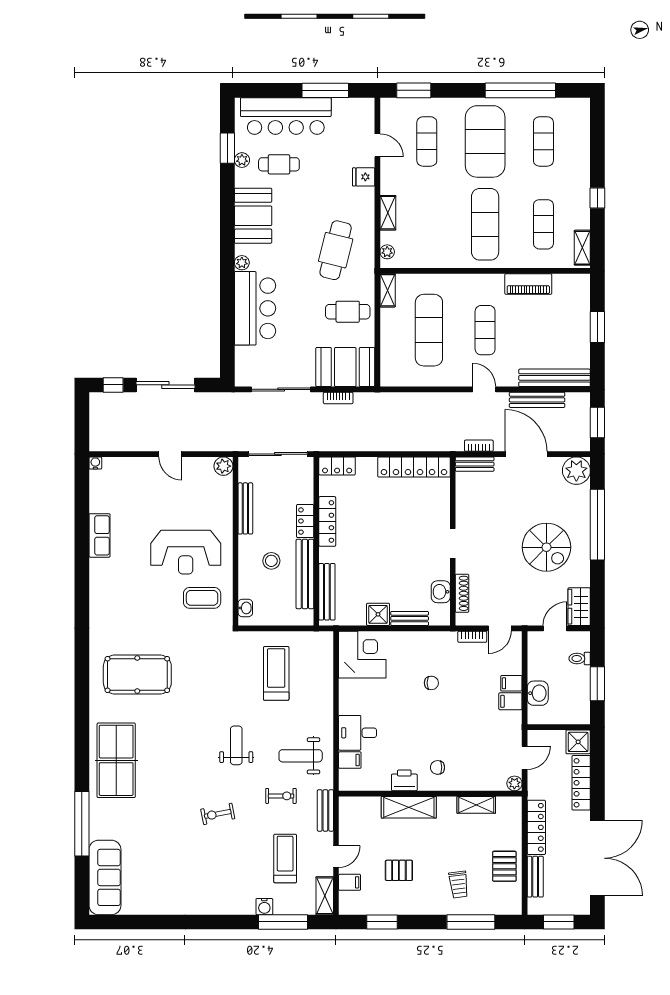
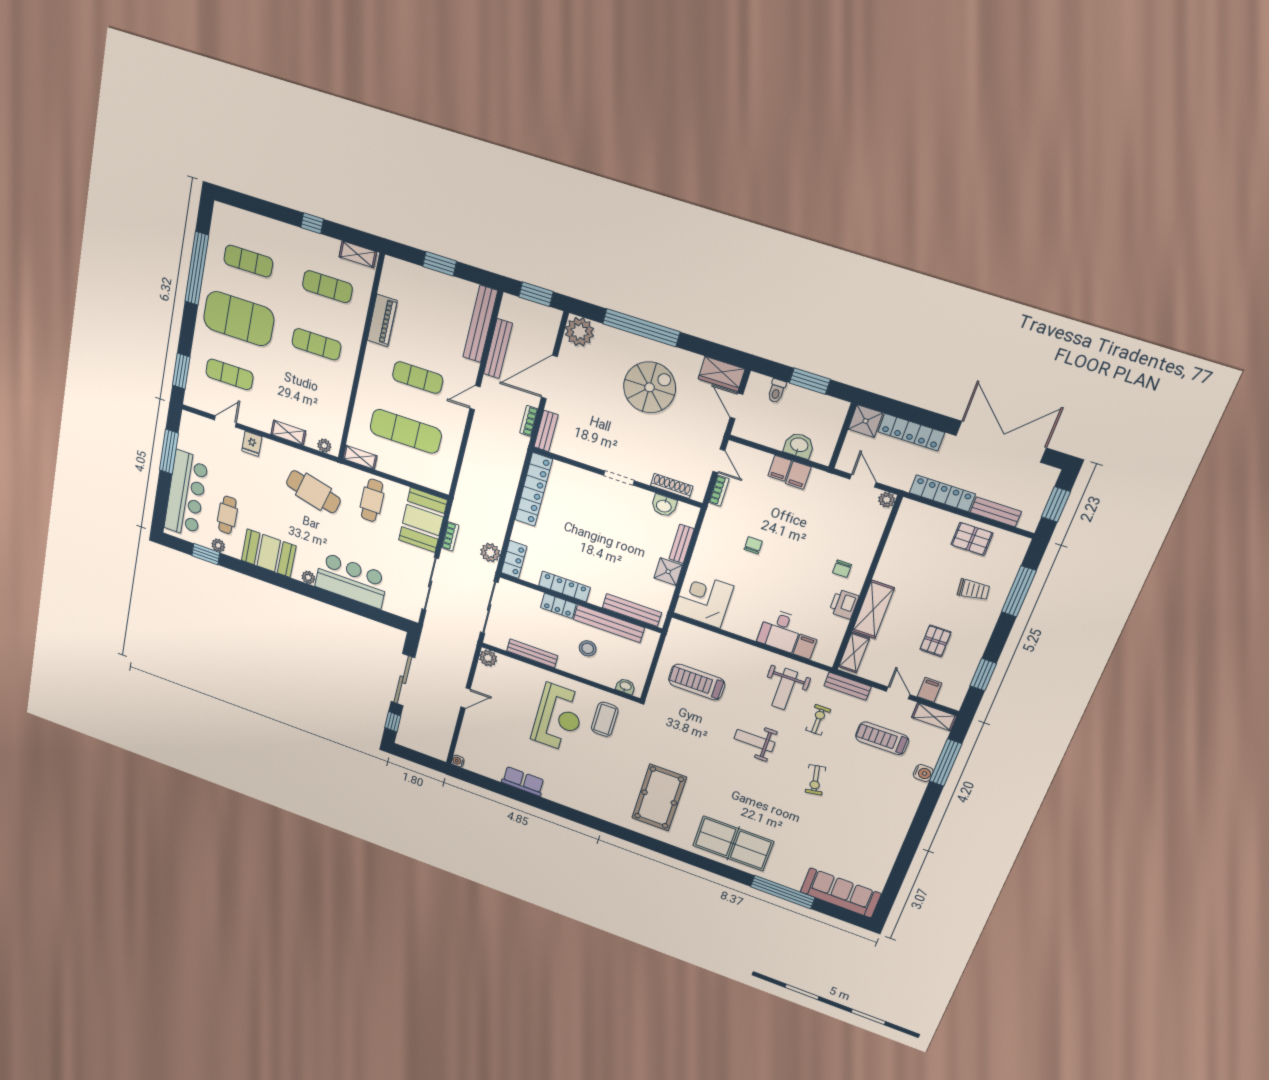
exercise mat: (485, 224) -> (316, 344), width x0.73, depth x0.69
plant: (336, 441) -> (490, 553), added
shelving: (476, 805) -> (854, 652), moved

